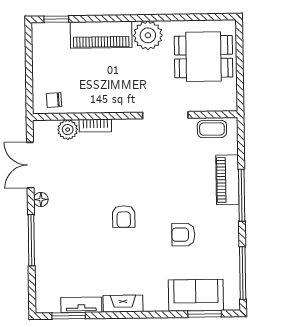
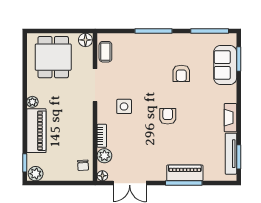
plant: (41, 34) -> (36, 174), added
plant: (148, 35) -> (32, 102), width x0.53, depth x0.53
floor lamp: (228, 101) -> (85, 40), added
side table: (136, 156) -> (124, 106), added
piano: (227, 180) -> (185, 173), moved, turned 180
floor lamp: (41, 199) -> (102, 176), moved
armchair: (124, 217) -> (168, 116), turned -90
tv unit: (81, 305) -> (231, 154), width x1.41

